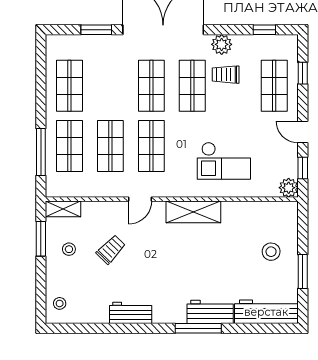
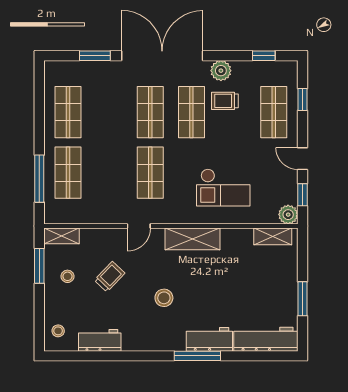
shop shelf: (110, 146) -> (109, 173), removed
shelving: (273, 209) -> (273, 236), added
stool: (271, 252) -> (164, 298), moved
workbench: (131, 313) -> (100, 340), moved

